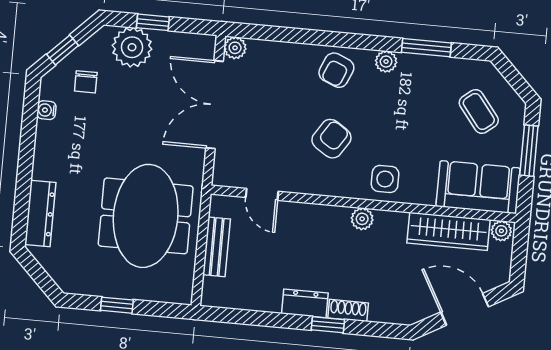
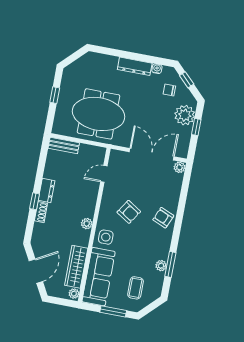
plant: (386, 62) -> (161, 266), moved
coffee table: (479, 111) -> (136, 288), turned -52
sofa: (478, 187) -> (99, 277), width x1.36
dresser: (40, 214) -> (135, 66), moved
bench: (217, 247) -> (64, 145), moved

